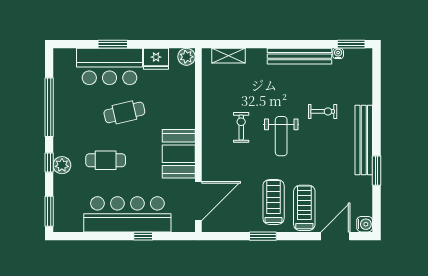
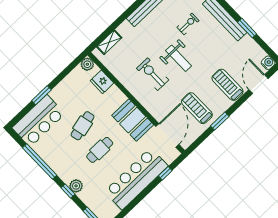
fridge: (156, 59) -> (102, 82), moved, turned 90
bar counter: (110, 66) -> (39, 121), moved
exercise bike: (241, 127) -> (153, 74), width x1.38, depth x1.39
cafe table: (106, 160) -> (100, 150), moved
treadmill: (274, 202) -> (197, 108), moved
window: (143, 236) -> (165, 173), moved

